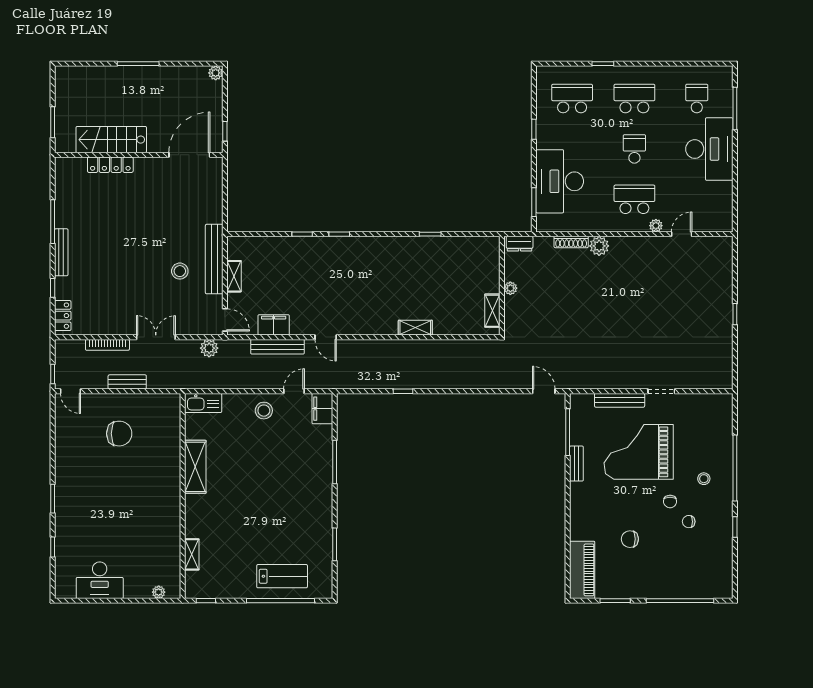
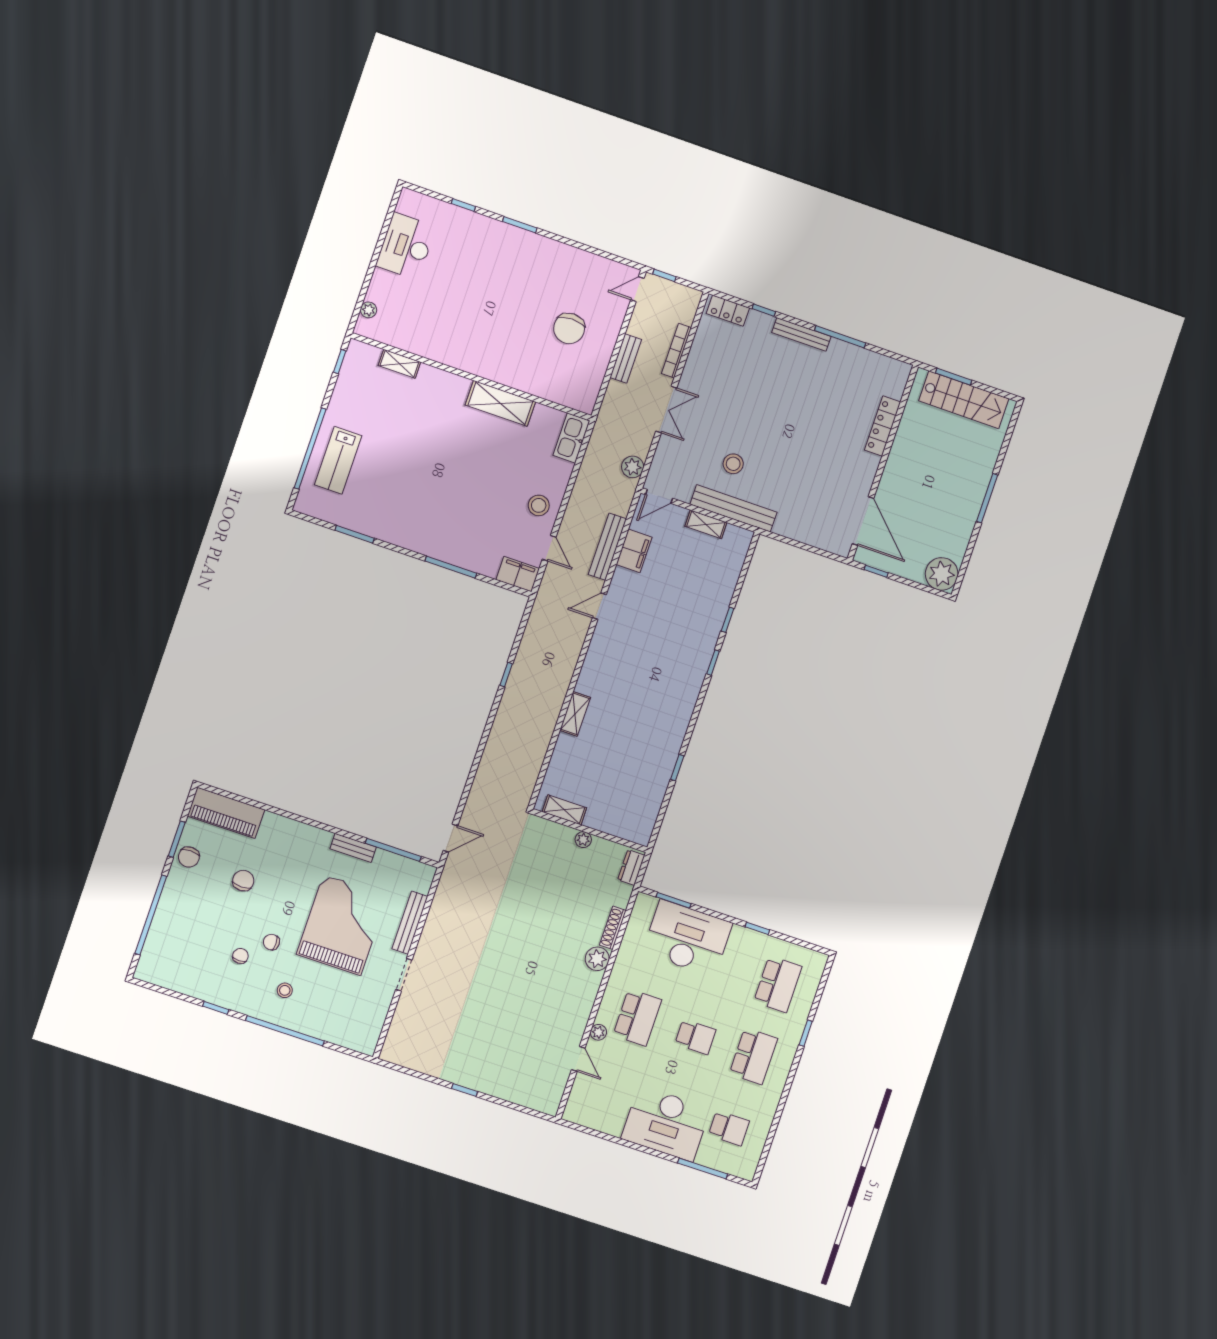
plant: (216, 73) -> (942, 574), width x1.87, depth x1.87
stairs: (111, 140) -> (964, 400), moved, turned 90
chair: (626, 587) -> (189, 857), added

